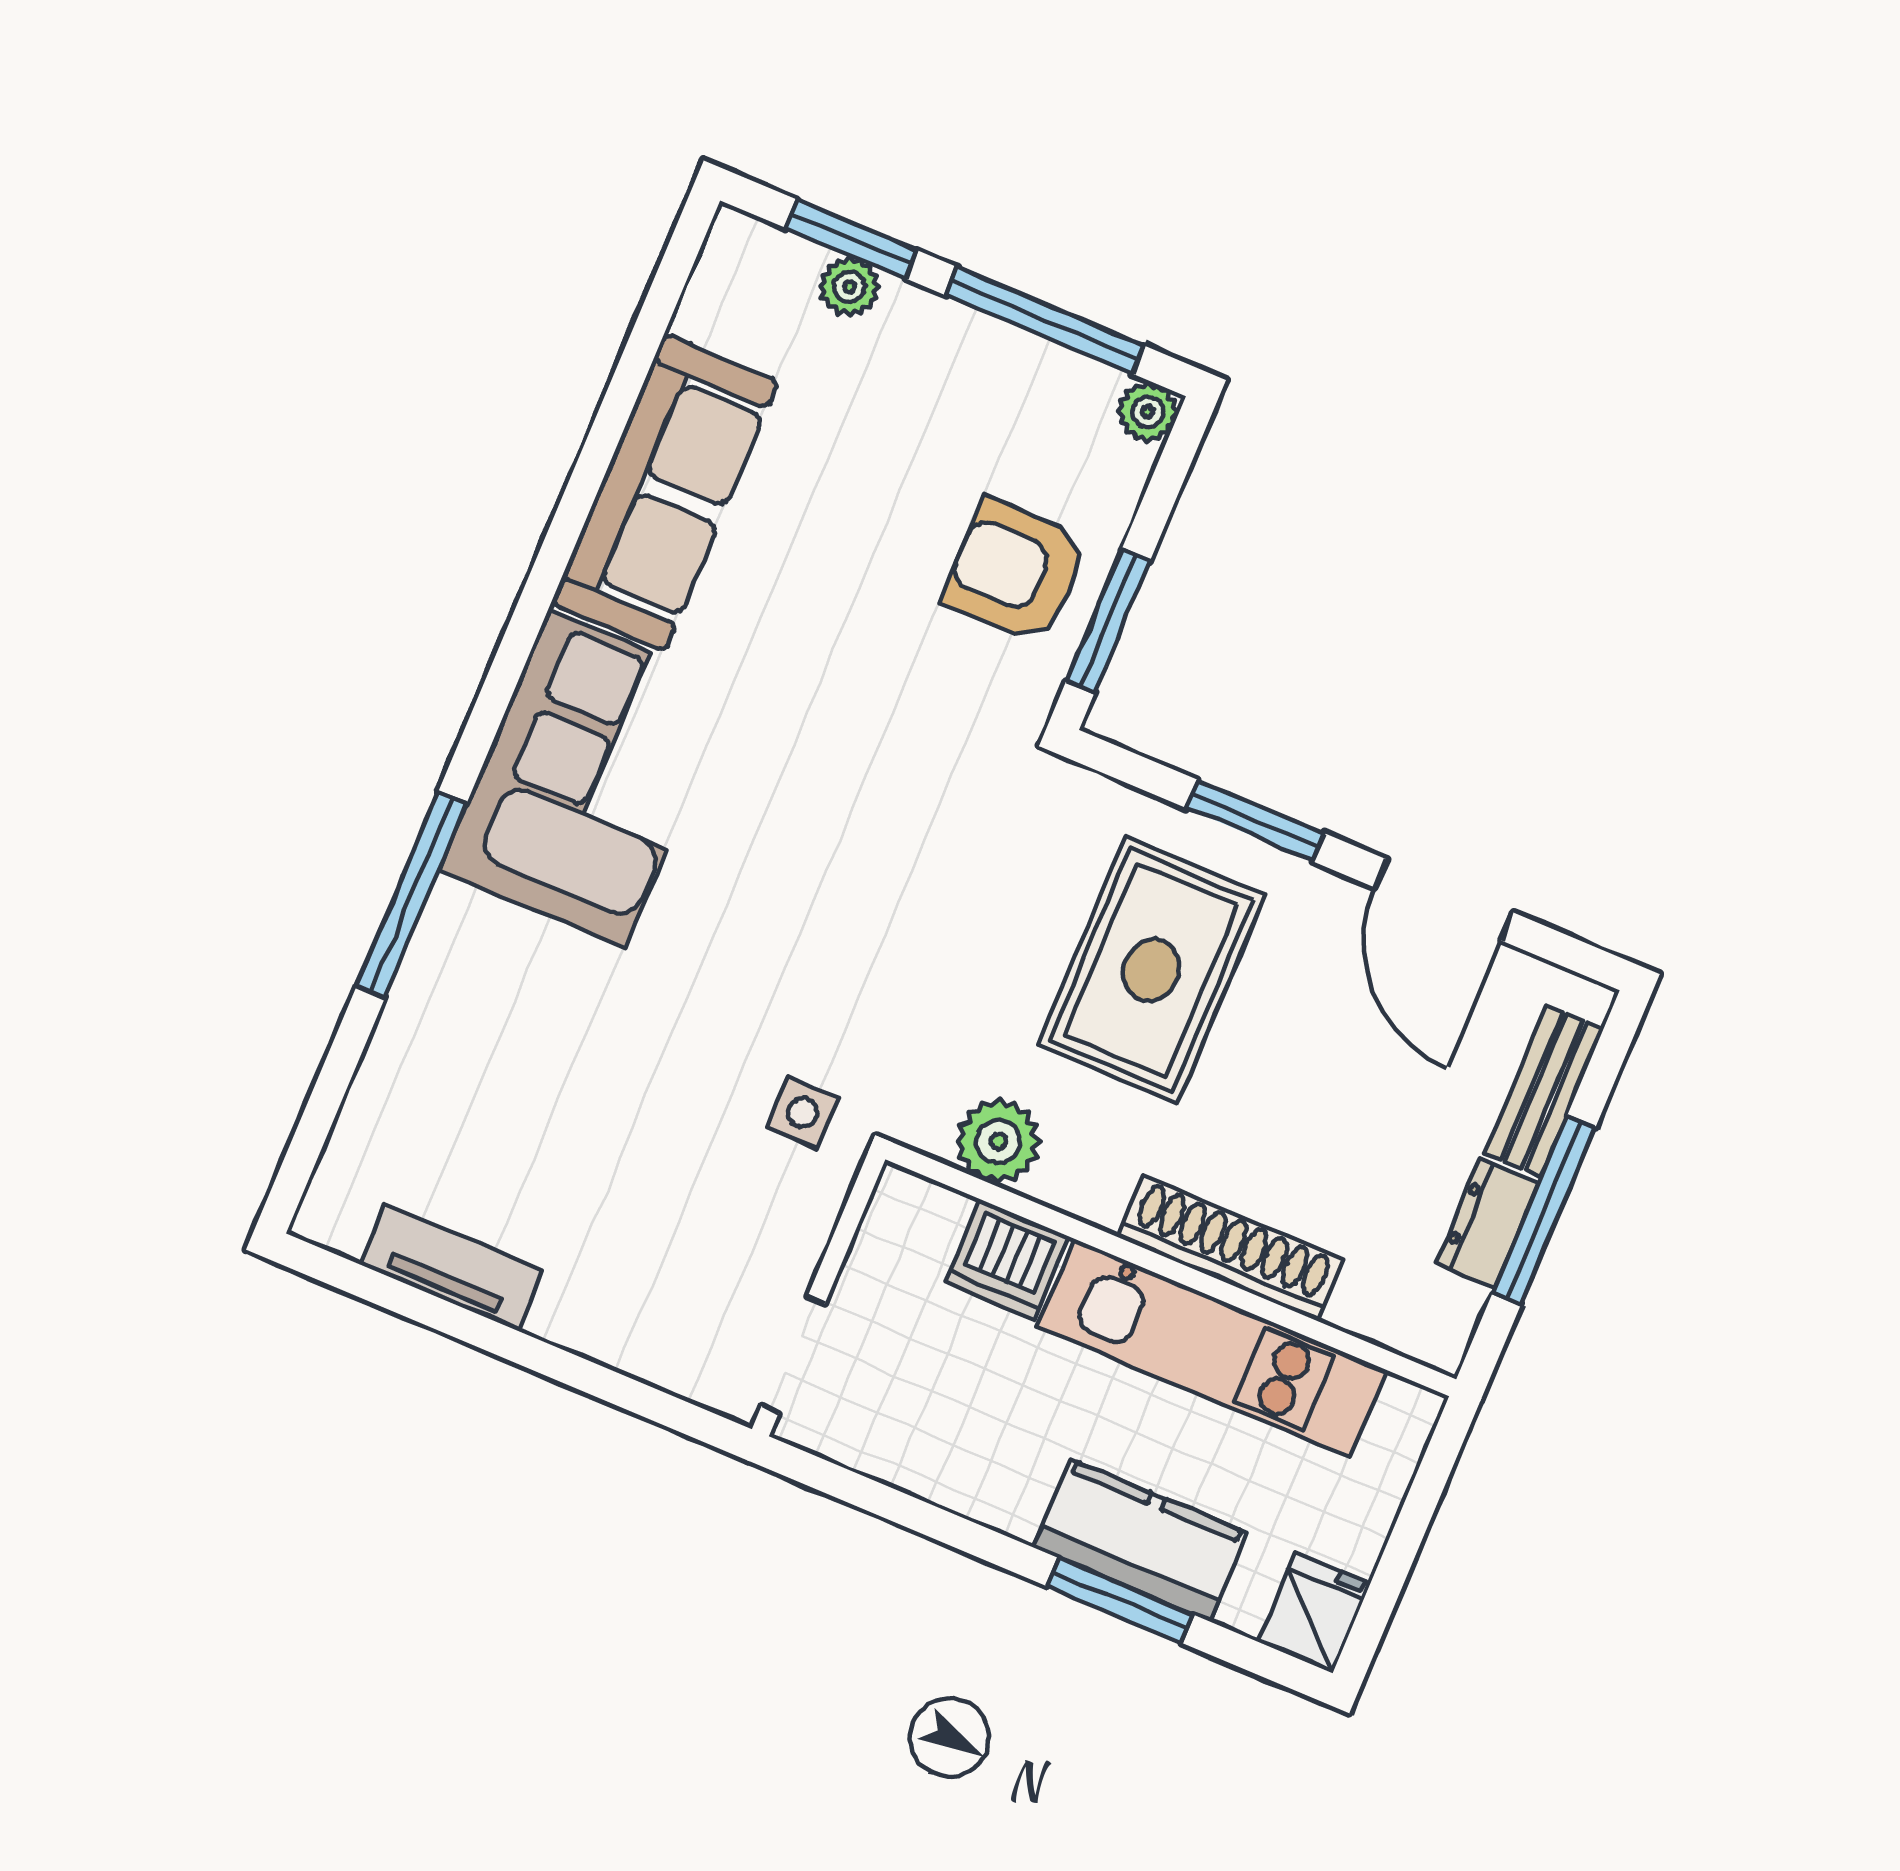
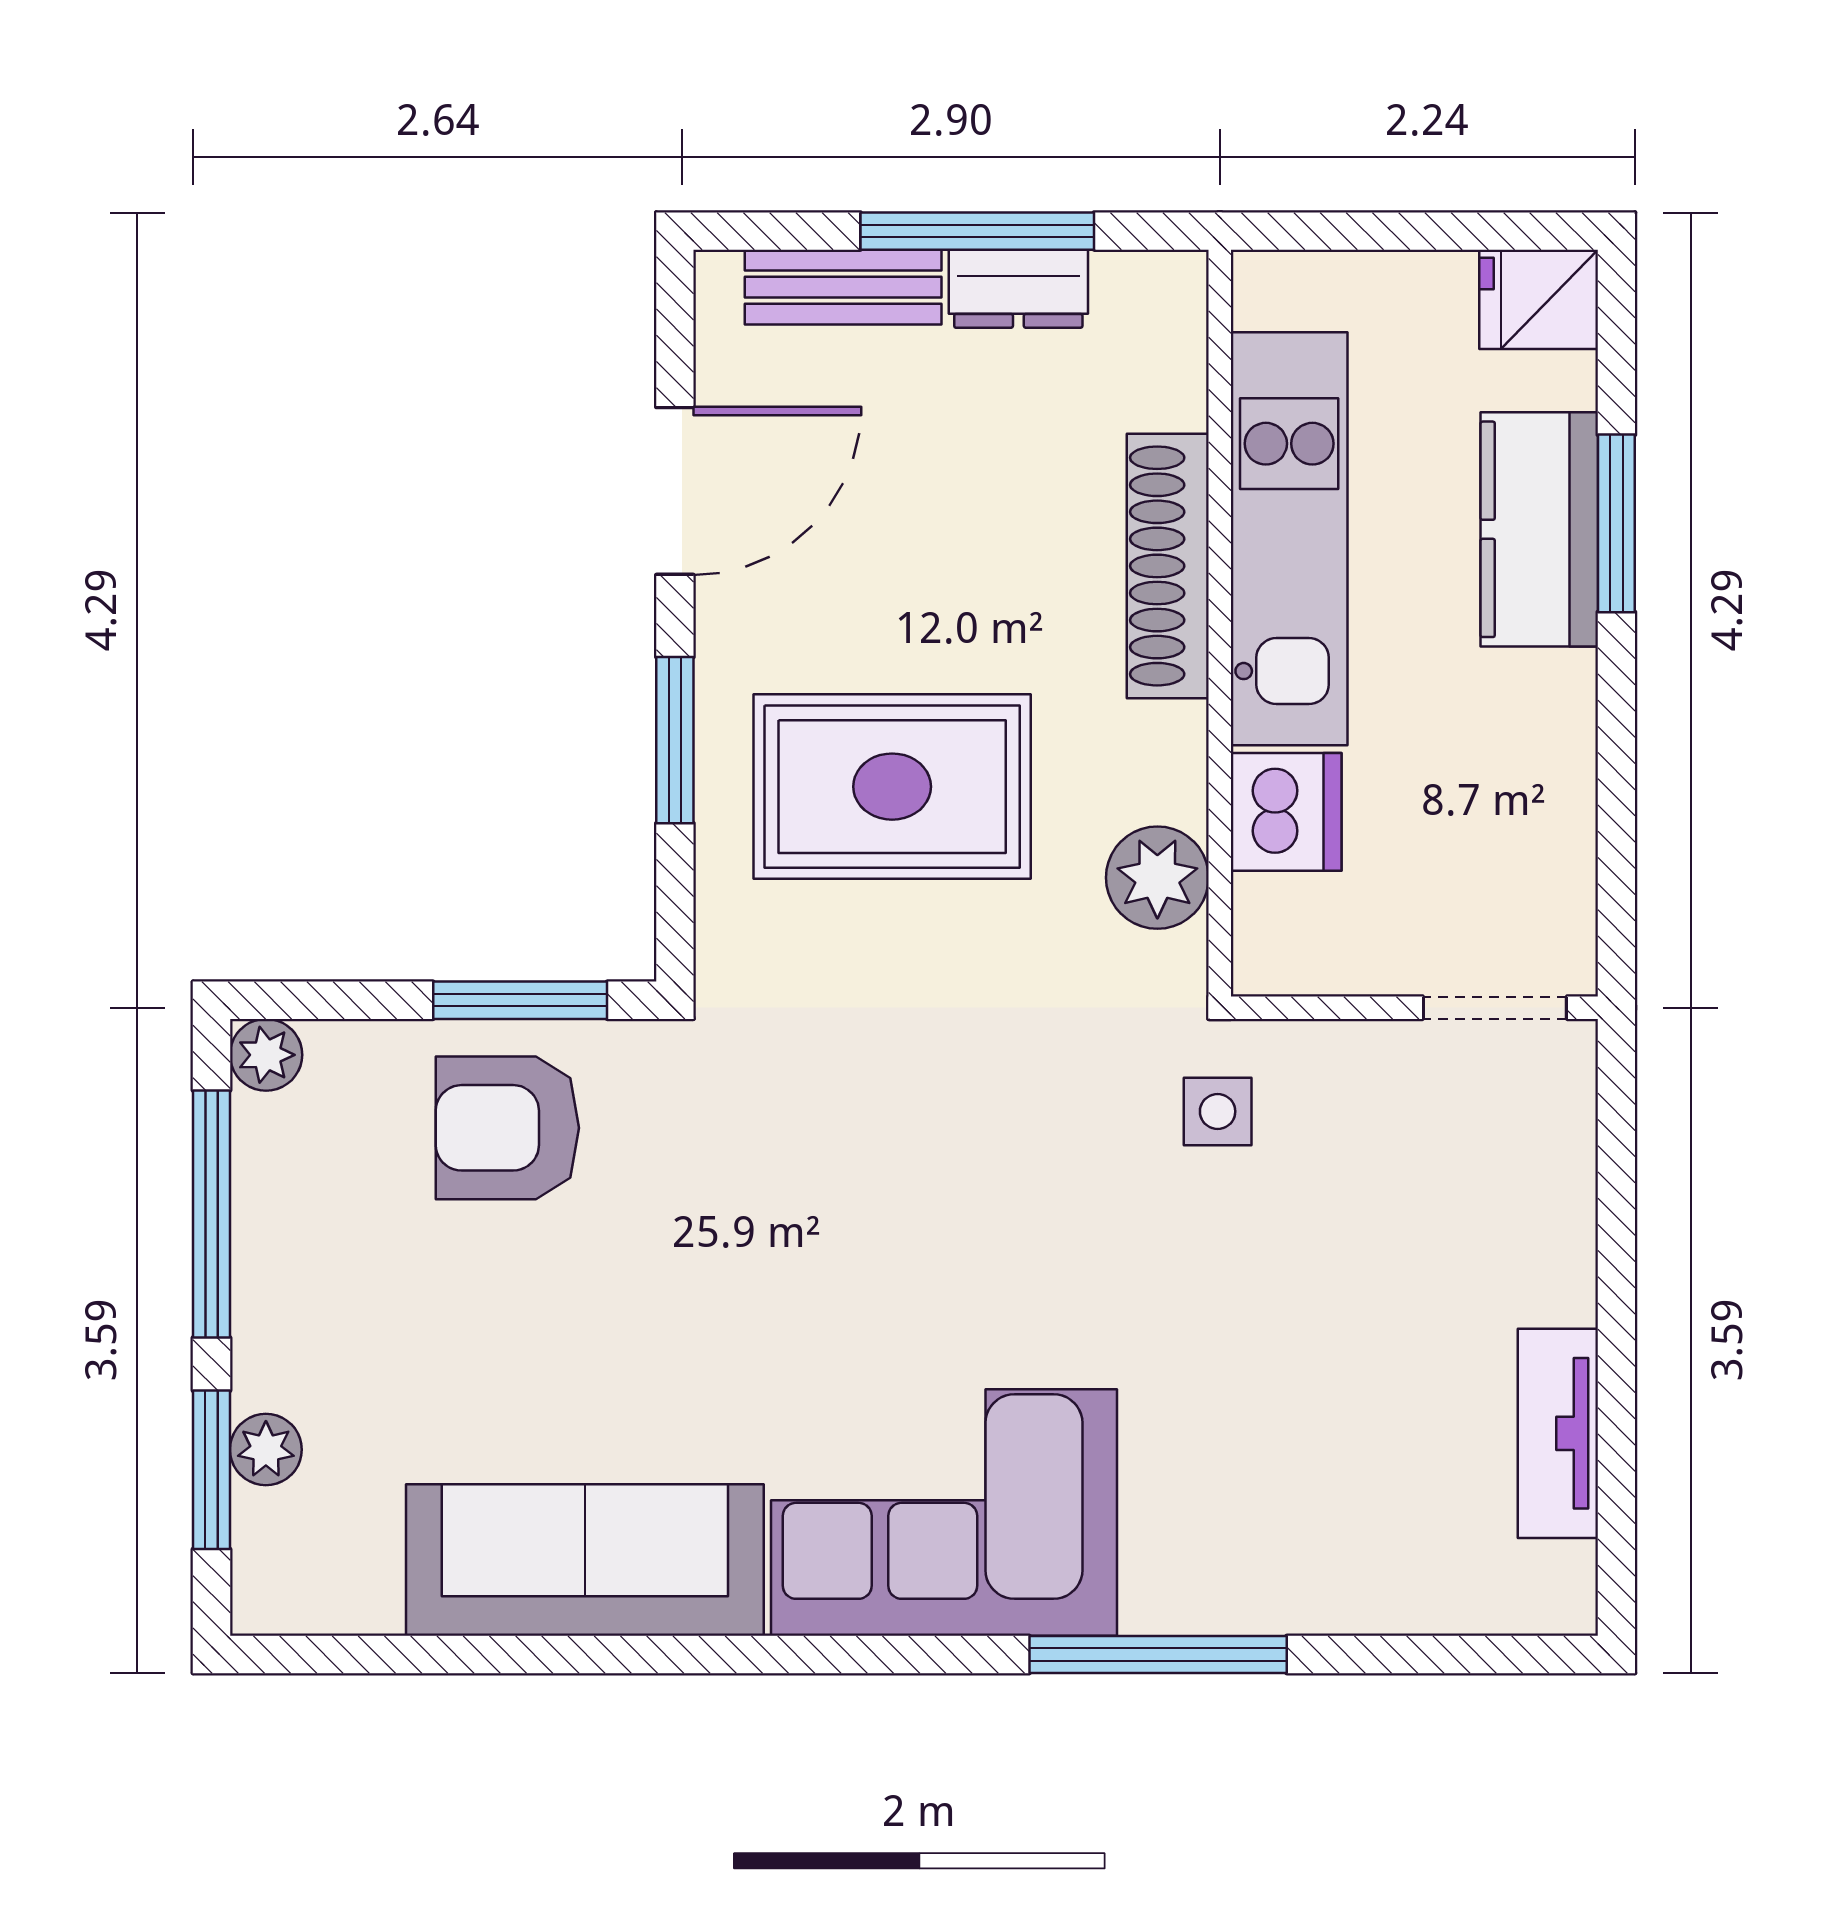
armchair: (1016, 571) -> (507, 1128), turned 90

